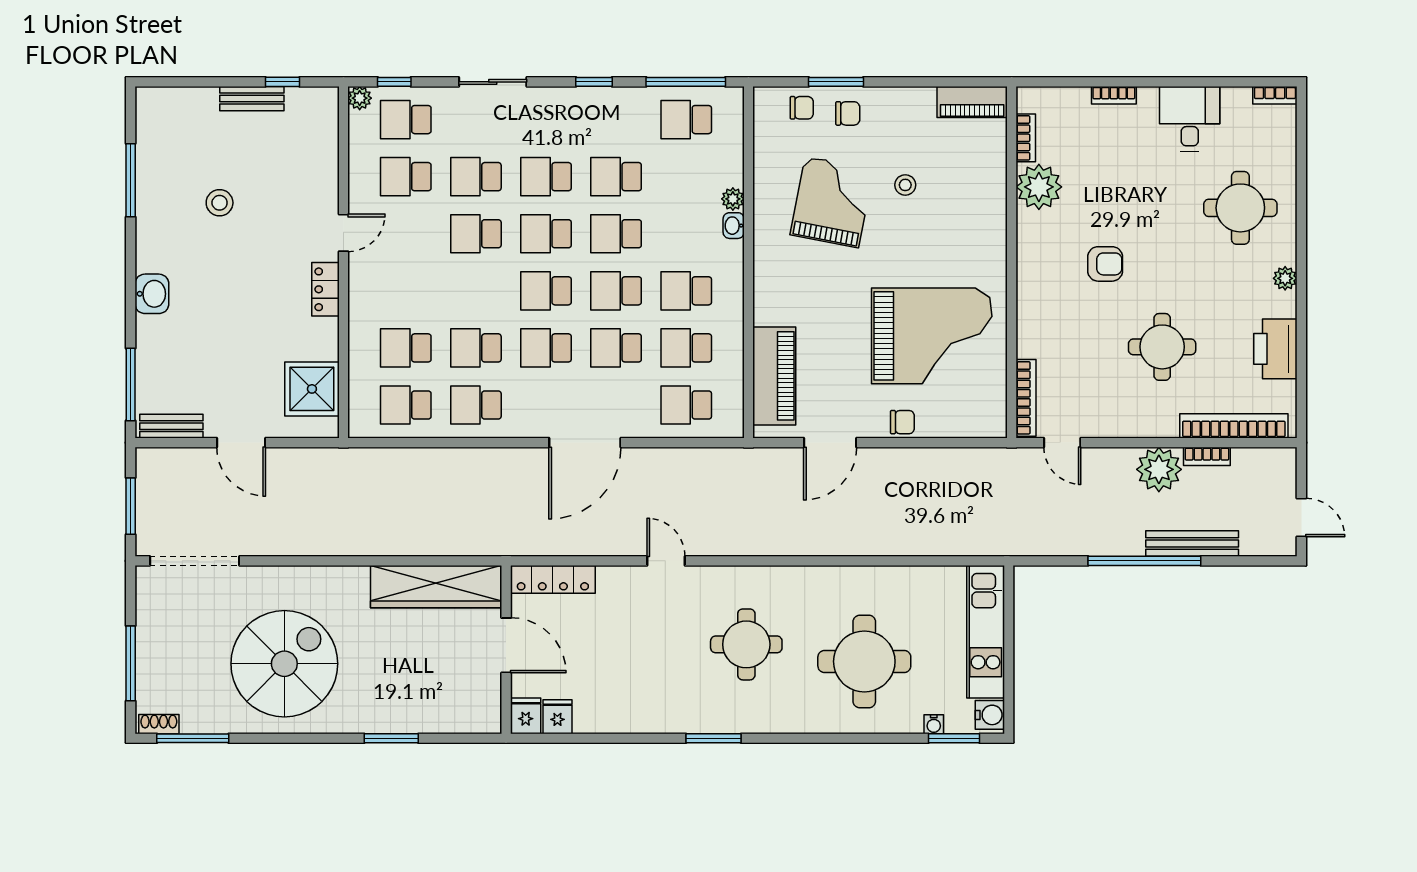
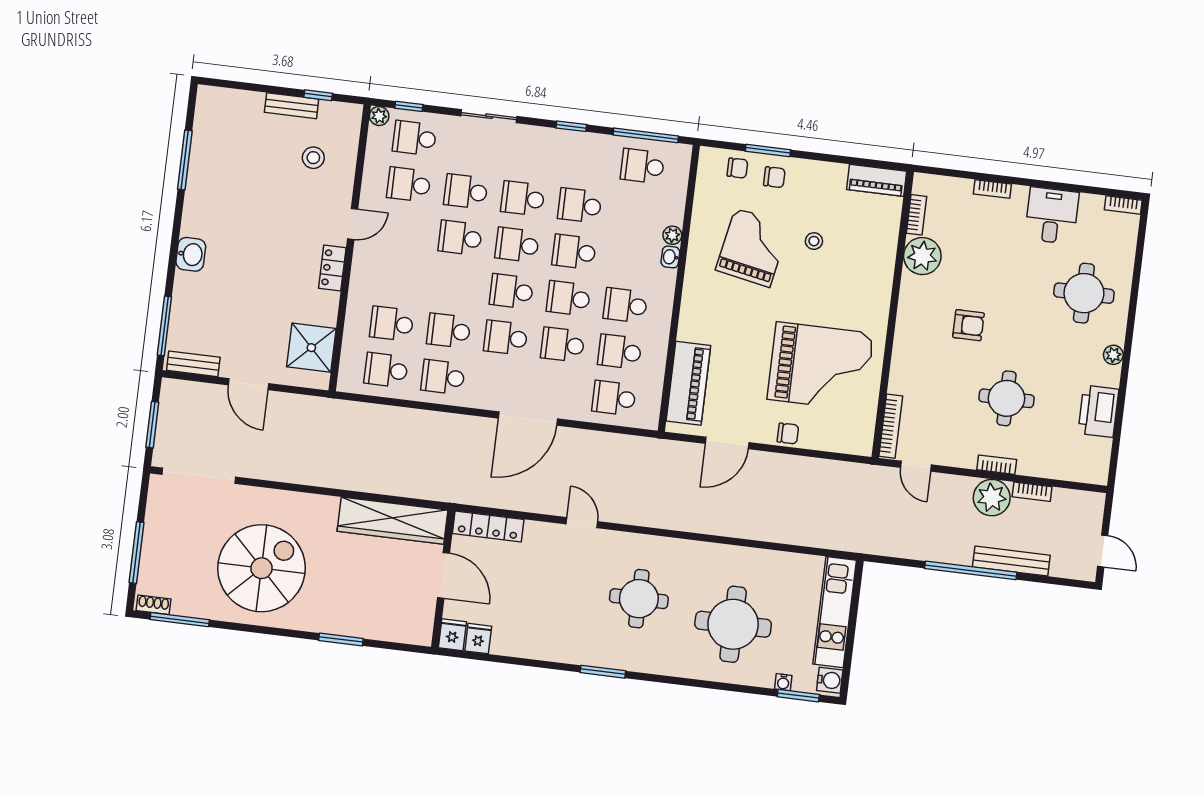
stool: (220, 203) -> (313, 158), moved
bookcase: (1234, 426) -> (997, 465), moved, width x0.43, depth x0.76

